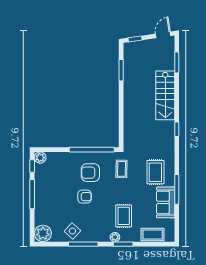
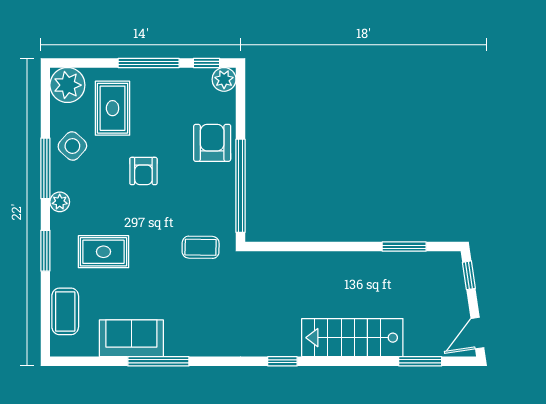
door: (163, 35) -> (477, 333), swing flipped
rug: (155, 172) -> (113, 108), moved, turned 90
armchair: (90, 173) -> (212, 143), moved
plant: (115, 237) -> (60, 202), moved

